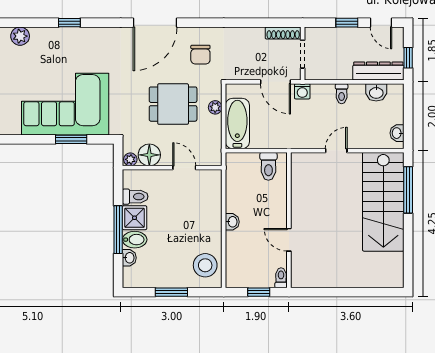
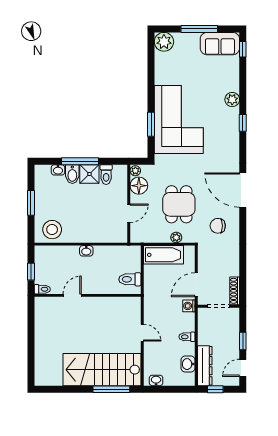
plant: (20, 36) -> (232, 100), moved

